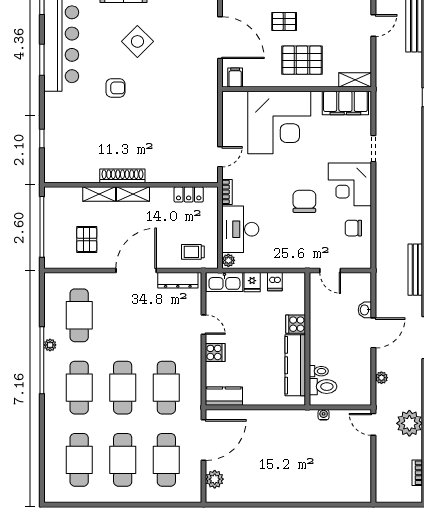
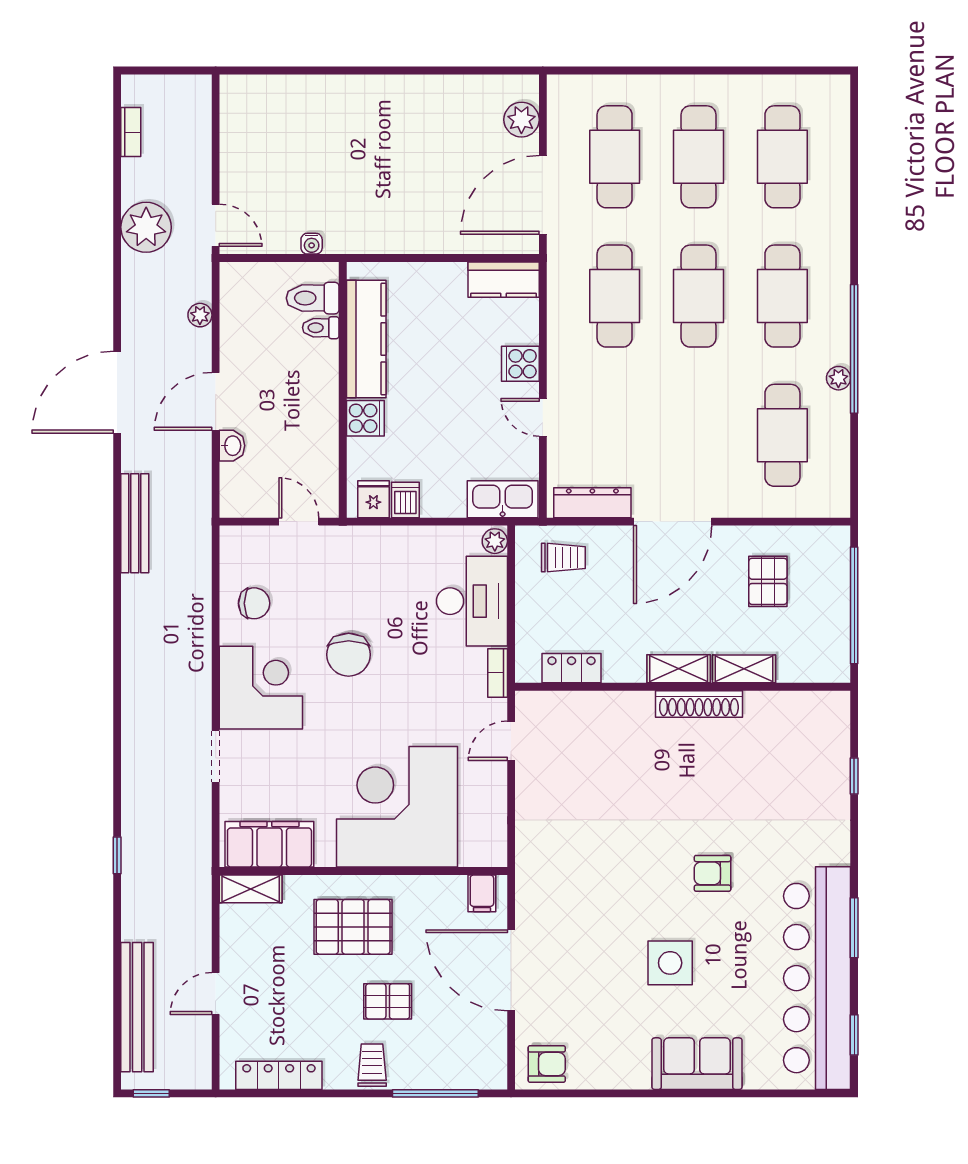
side table: (137, 41) -> (670, 963), turned 45
fridge: (252, 282) -> (373, 499), moved

